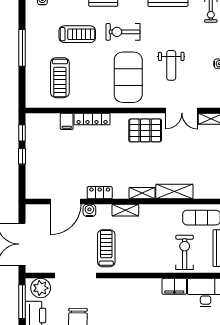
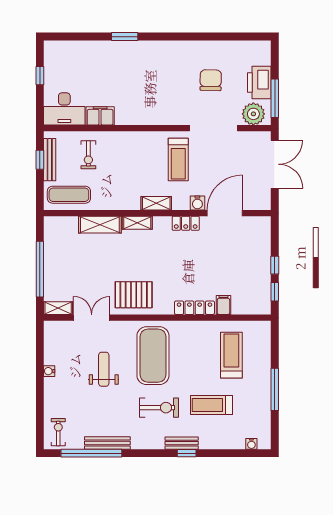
exercise bike: (185, 252) -> (88, 155), width x0.73, depth x0.72

